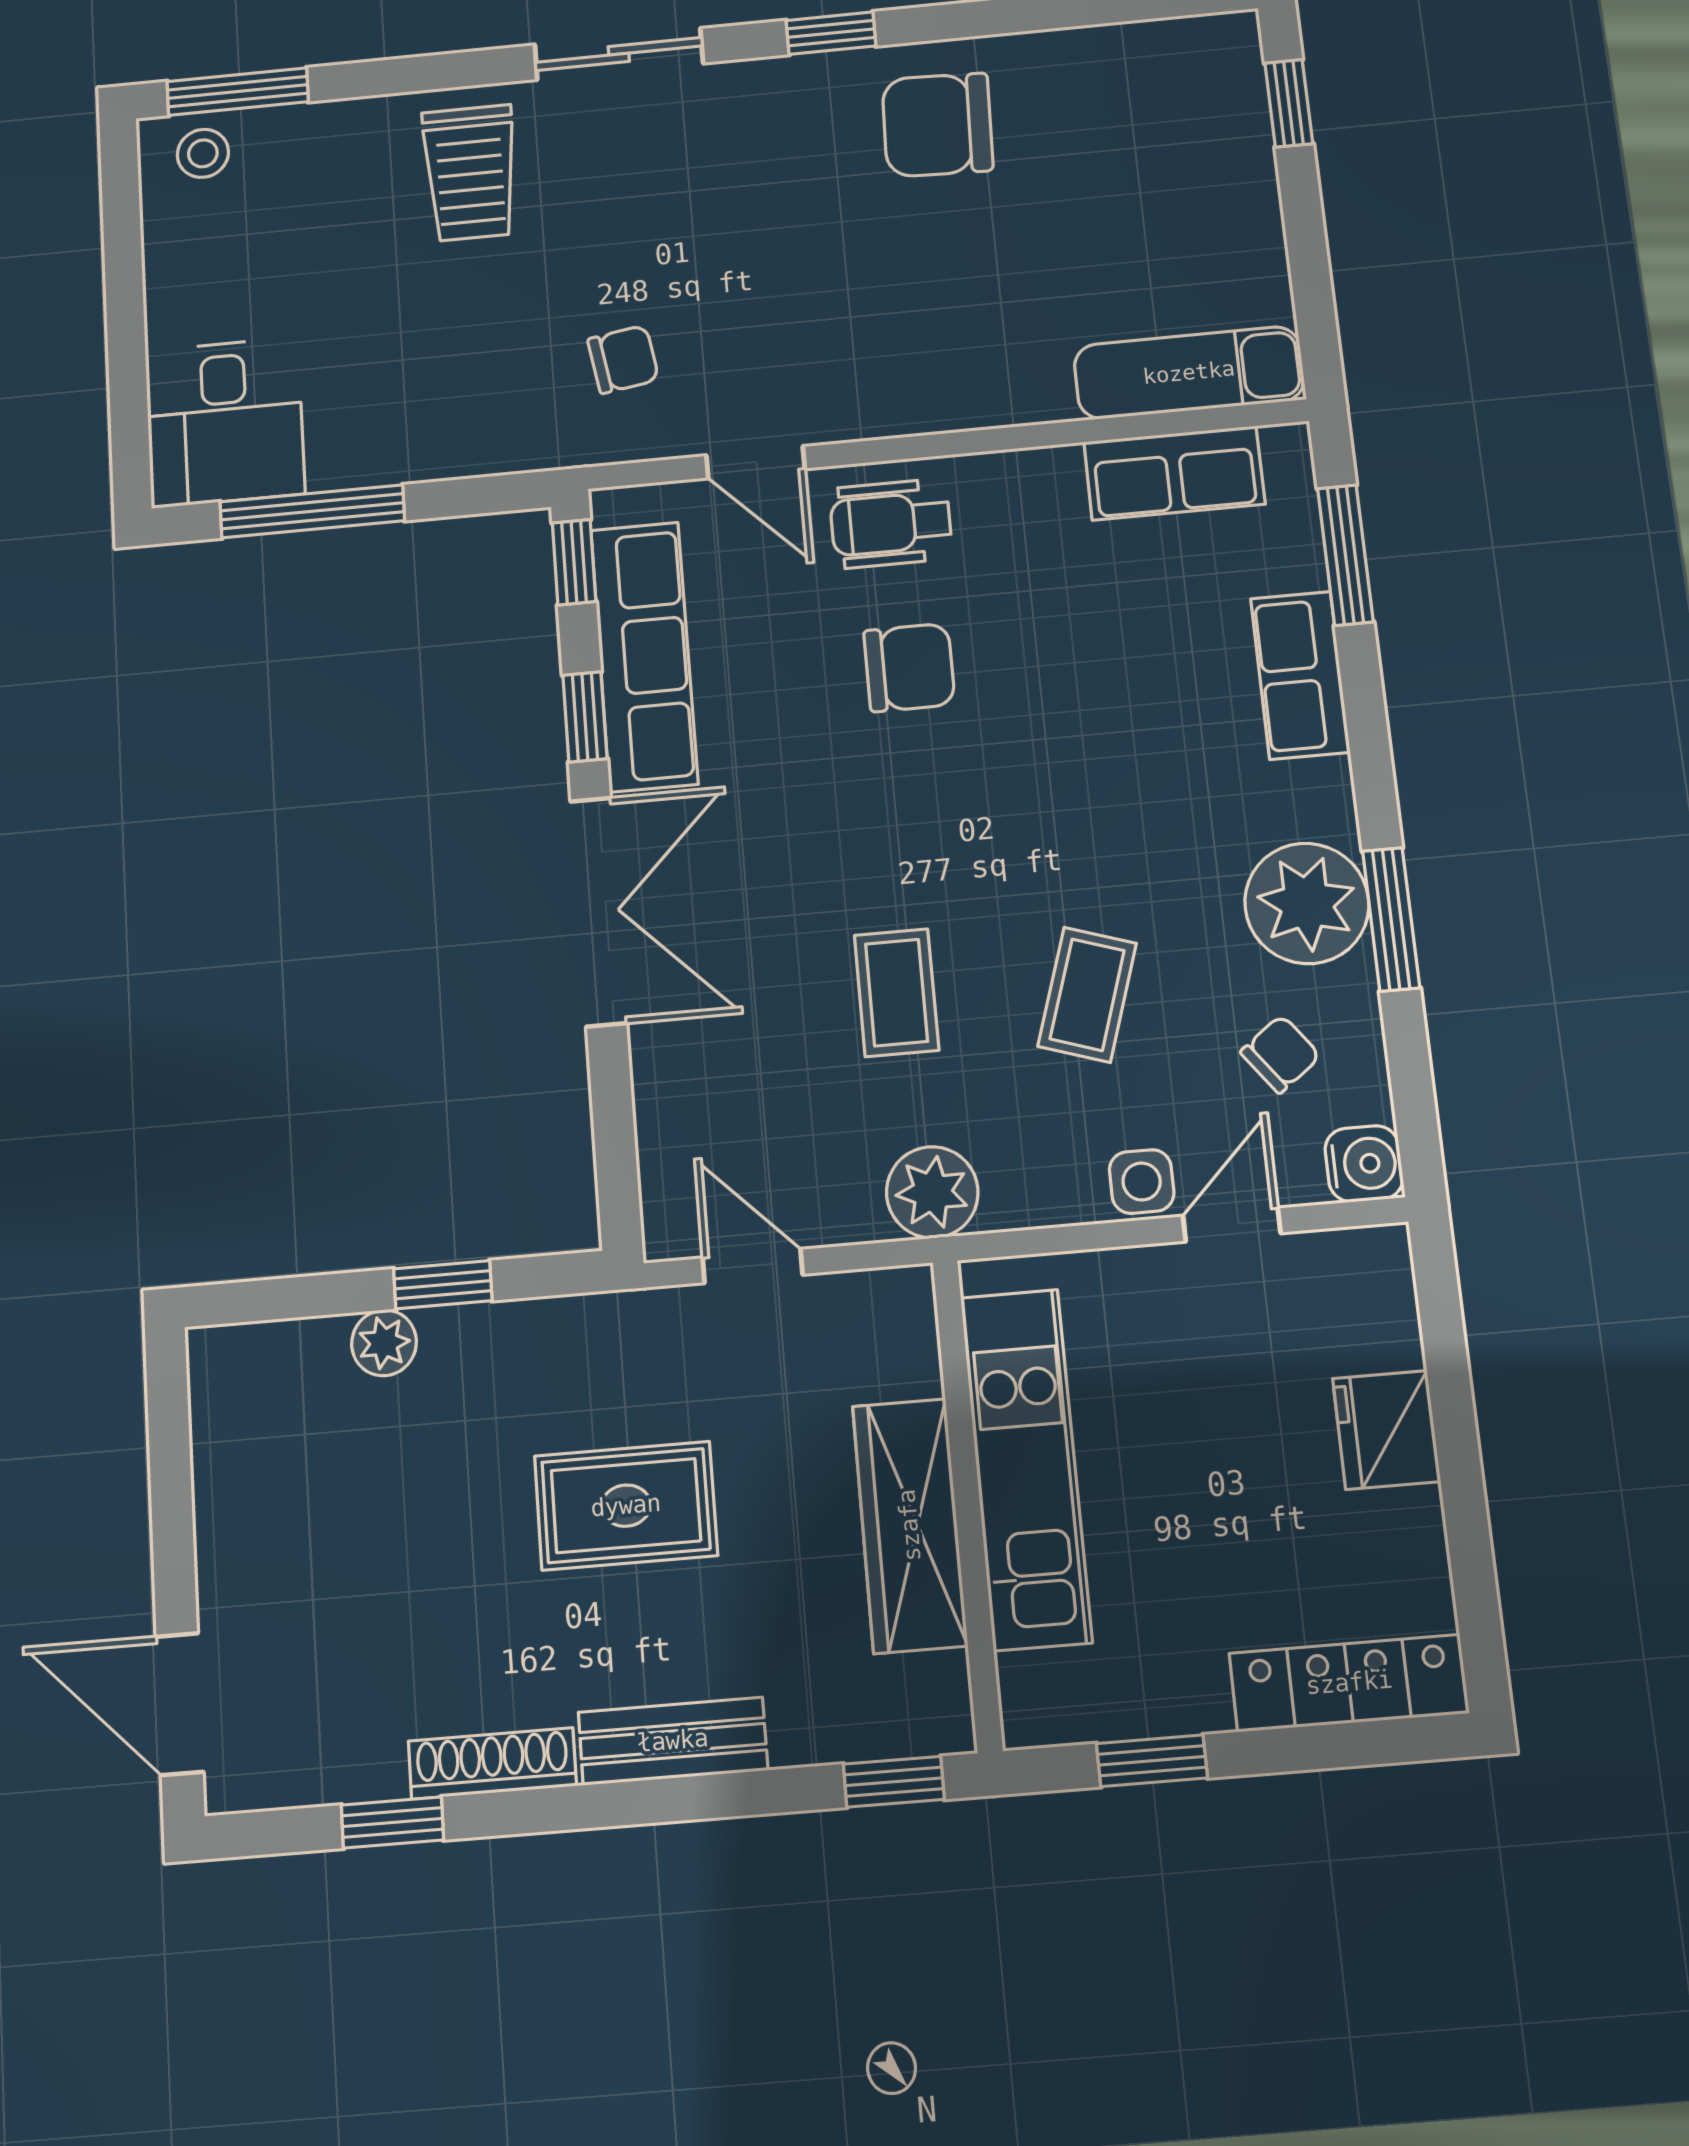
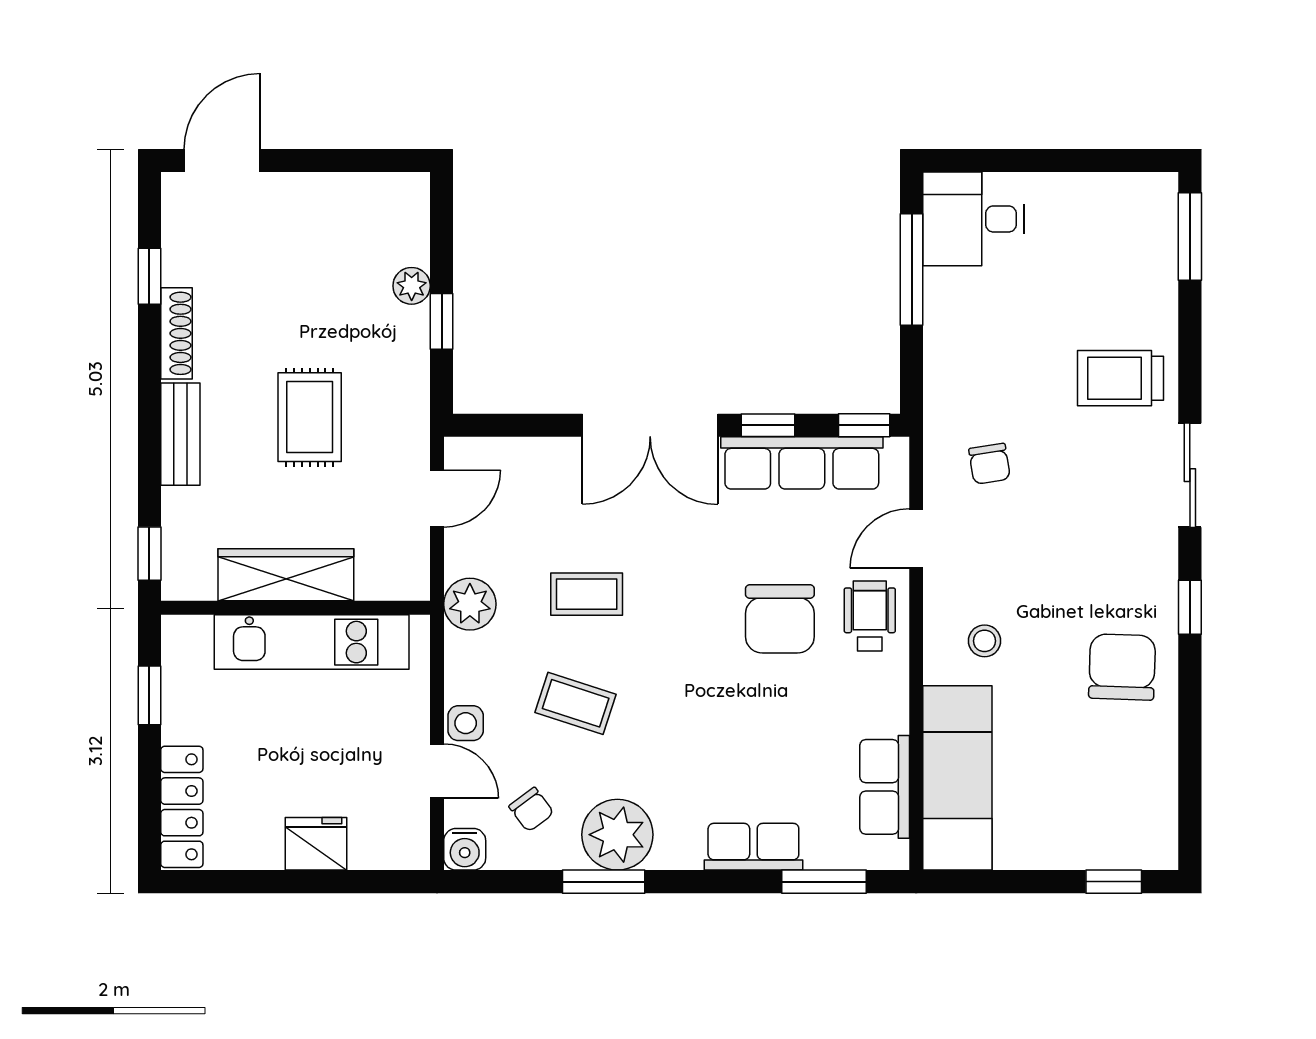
stool: (203, 153) -> (985, 641), moved
exam couch: (1189, 373) -> (957, 778), width x1.36, depth x1.45
chair: (909, 668) -> (780, 619), width x1.37, depth x1.37

